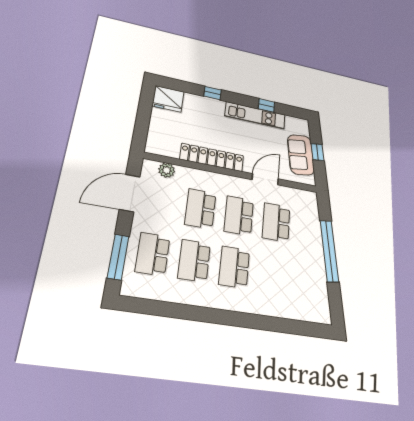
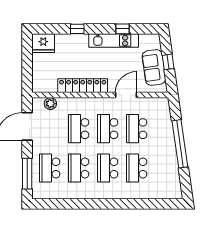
school desk: (273, 273) -> (137, 168), added

